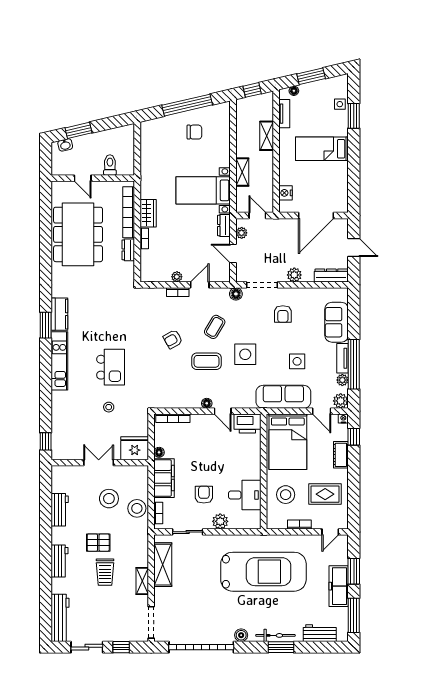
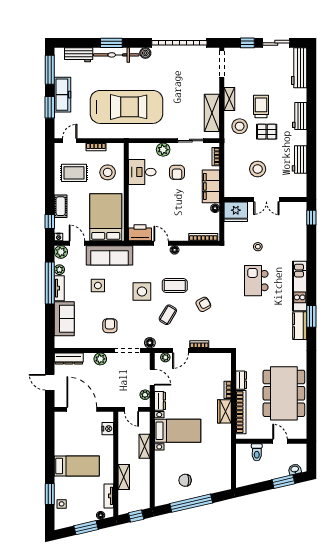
door: (316, 216) -> (82, 409), hinge flipped
plant: (177, 277) -> (165, 357), moved
stool: (137, 508) -> (240, 126), moved
car: (263, 572) -> (126, 107), turned 180
bicycle: (275, 635) -> (116, 55), width x1.37, depth x1.40

